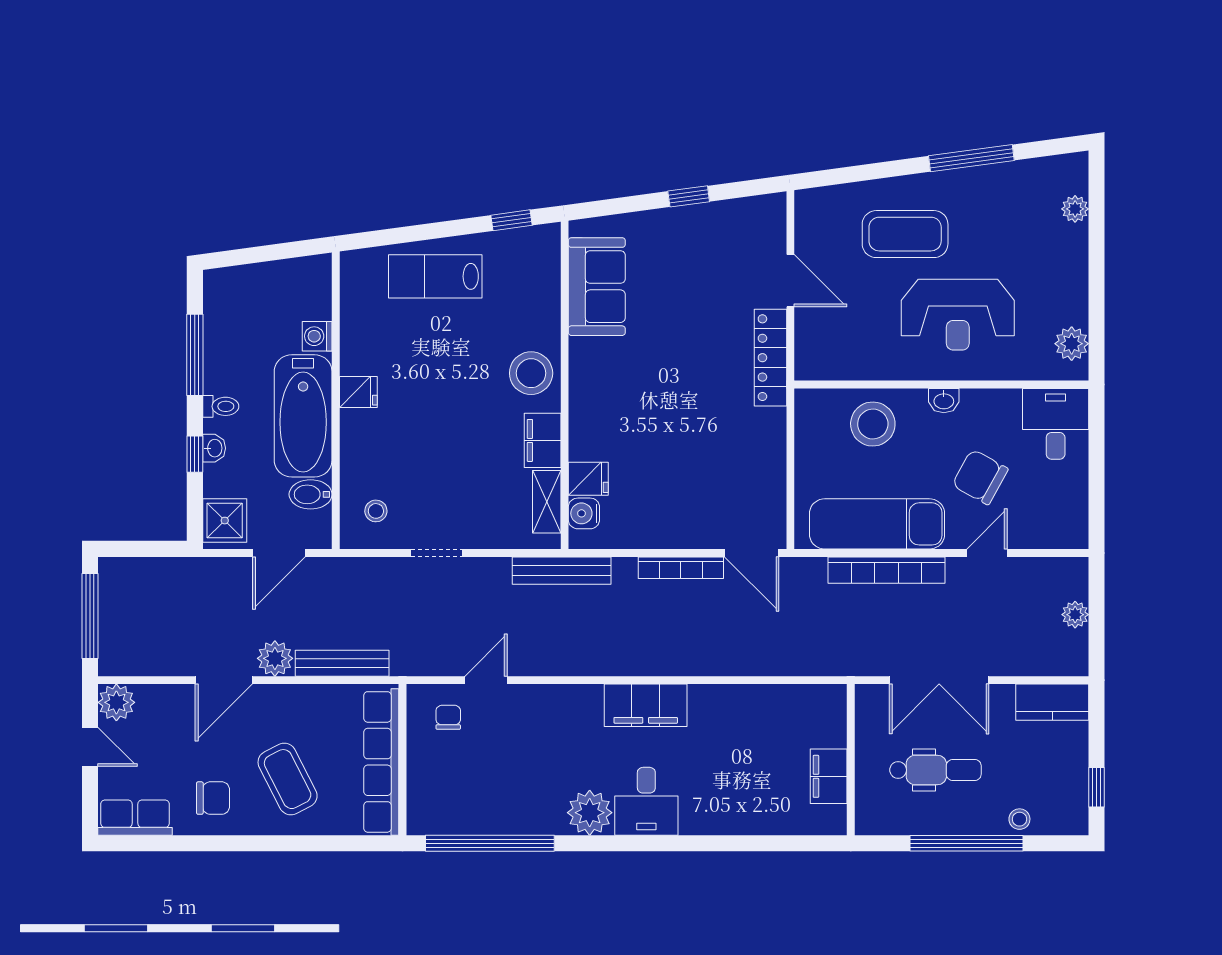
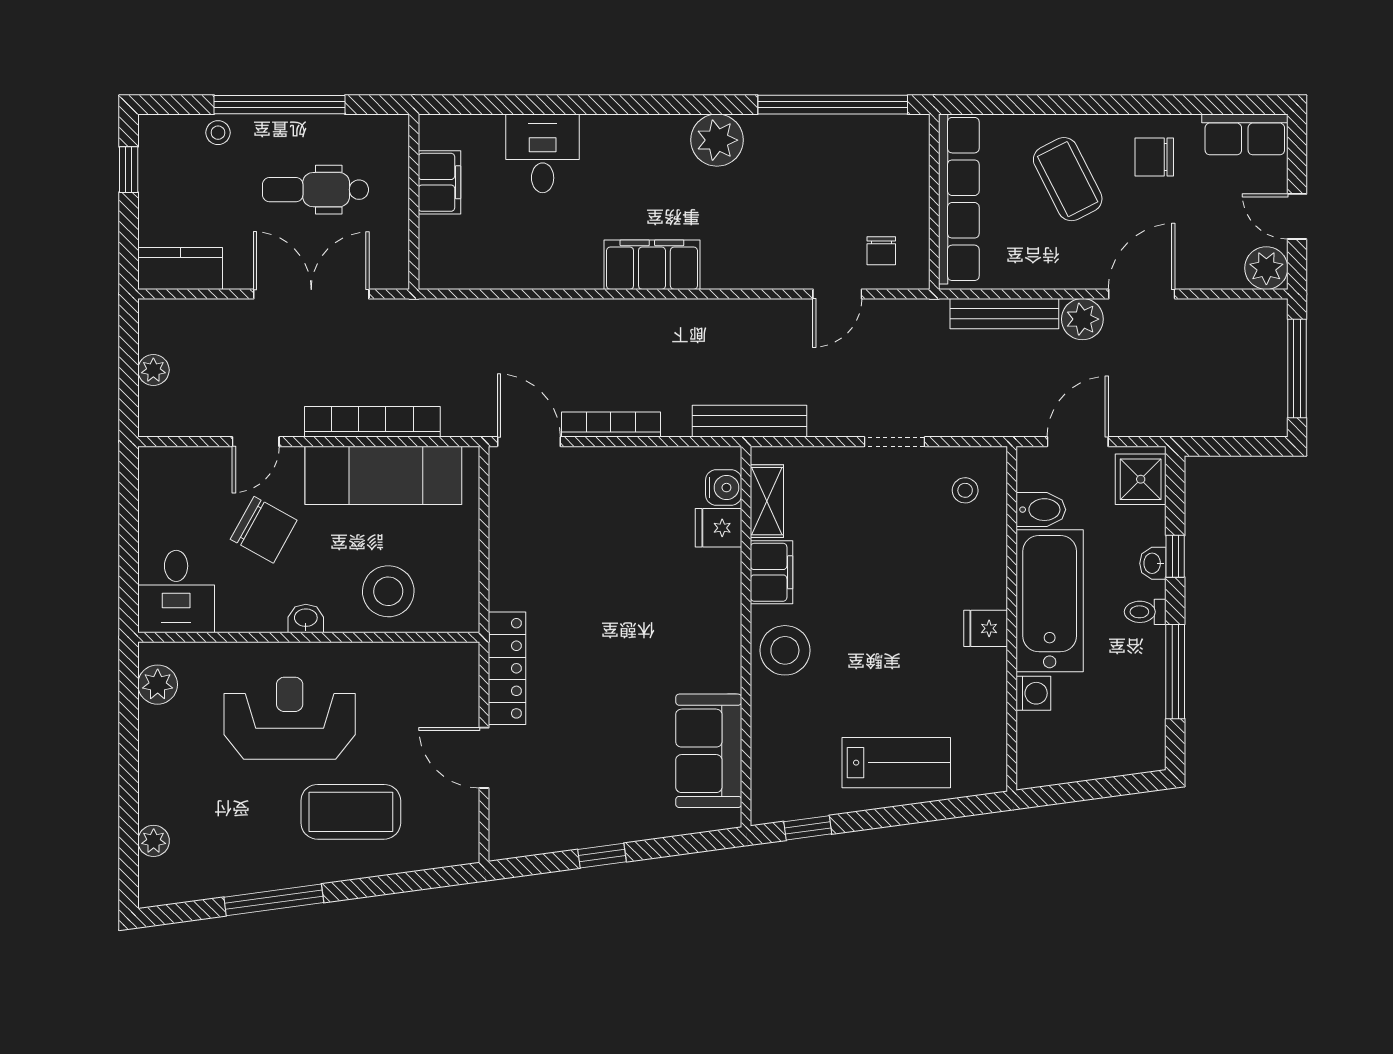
desk: (646, 801) -> (543, 153), moved

